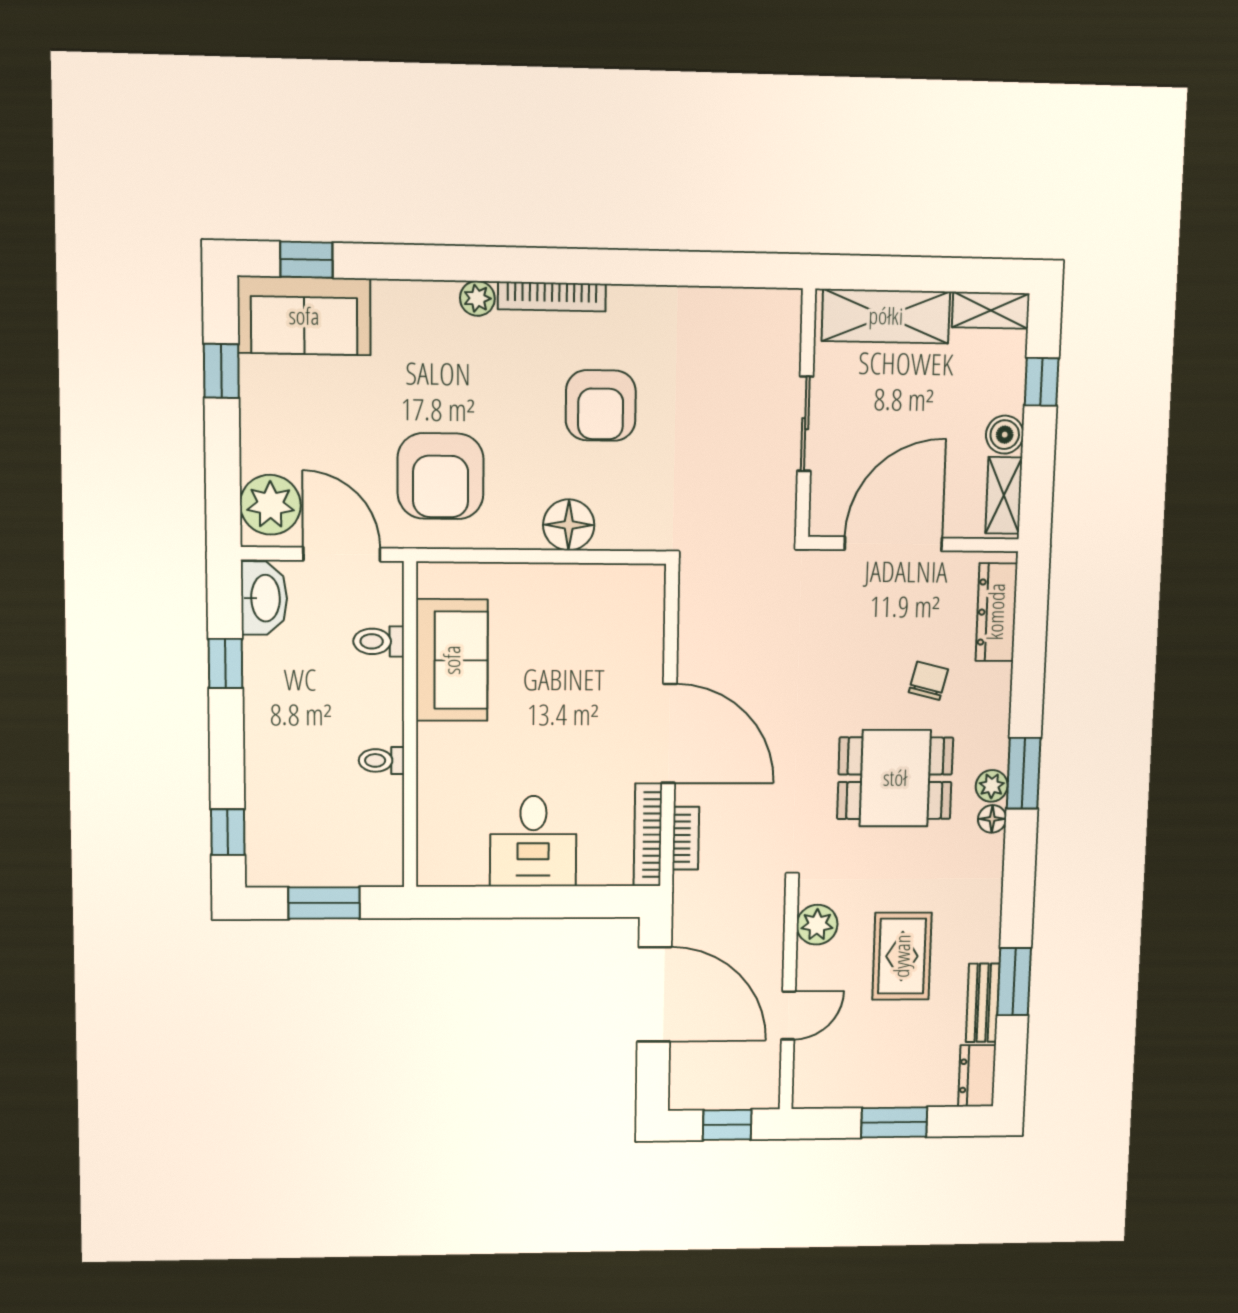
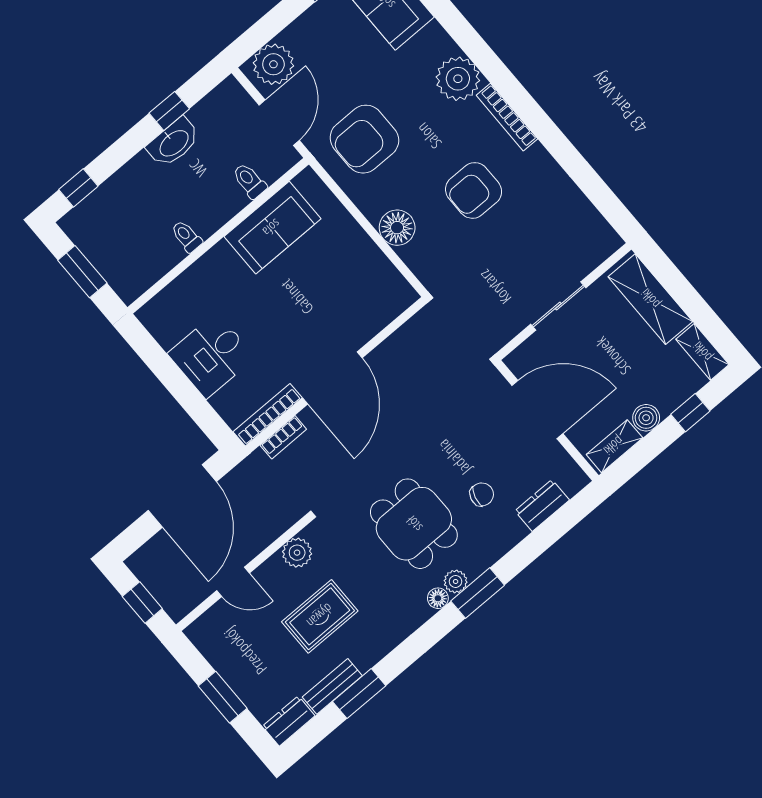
plant: (477, 298) -> (458, 79), width x1.87, depth x1.87
washbasin: (264, 598) -> (173, 143), moved
dresser: (996, 612) -> (542, 505), width x0.70

